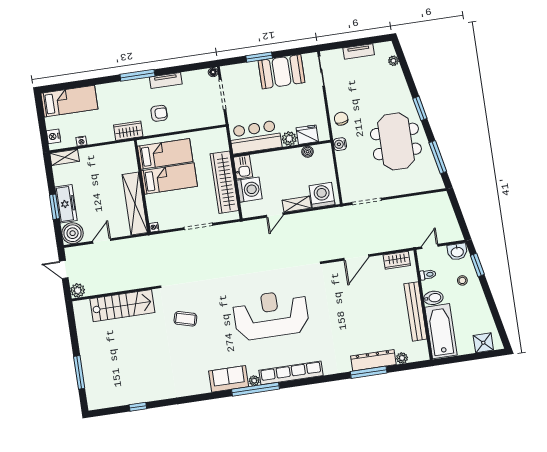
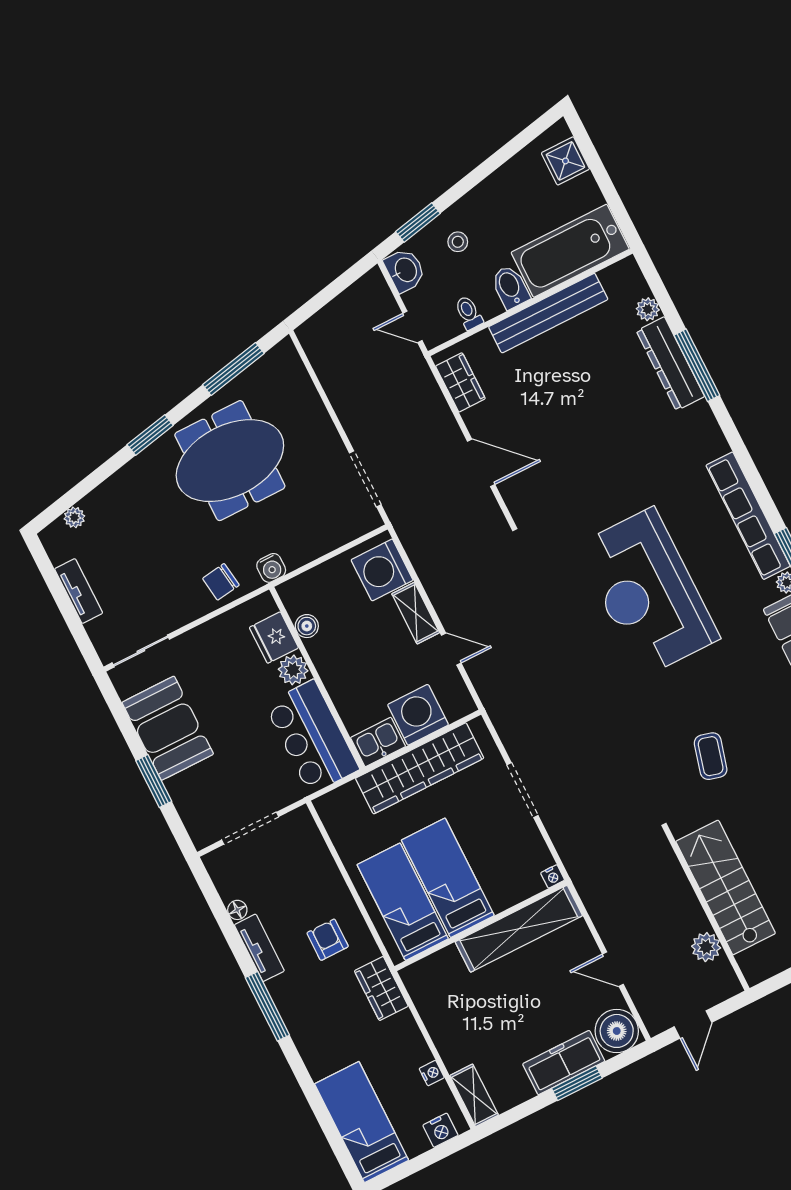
floor lamp: (213, 72) -> (237, 910), moved
plant: (78, 290) -> (706, 947), moved

